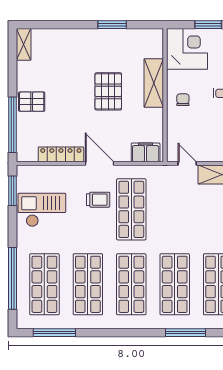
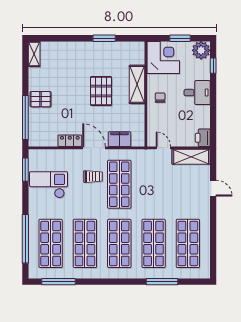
filing cabinet: (146, 152) -> (119, 139), moved
locker: (61, 154) -> (70, 141), width x0.66

